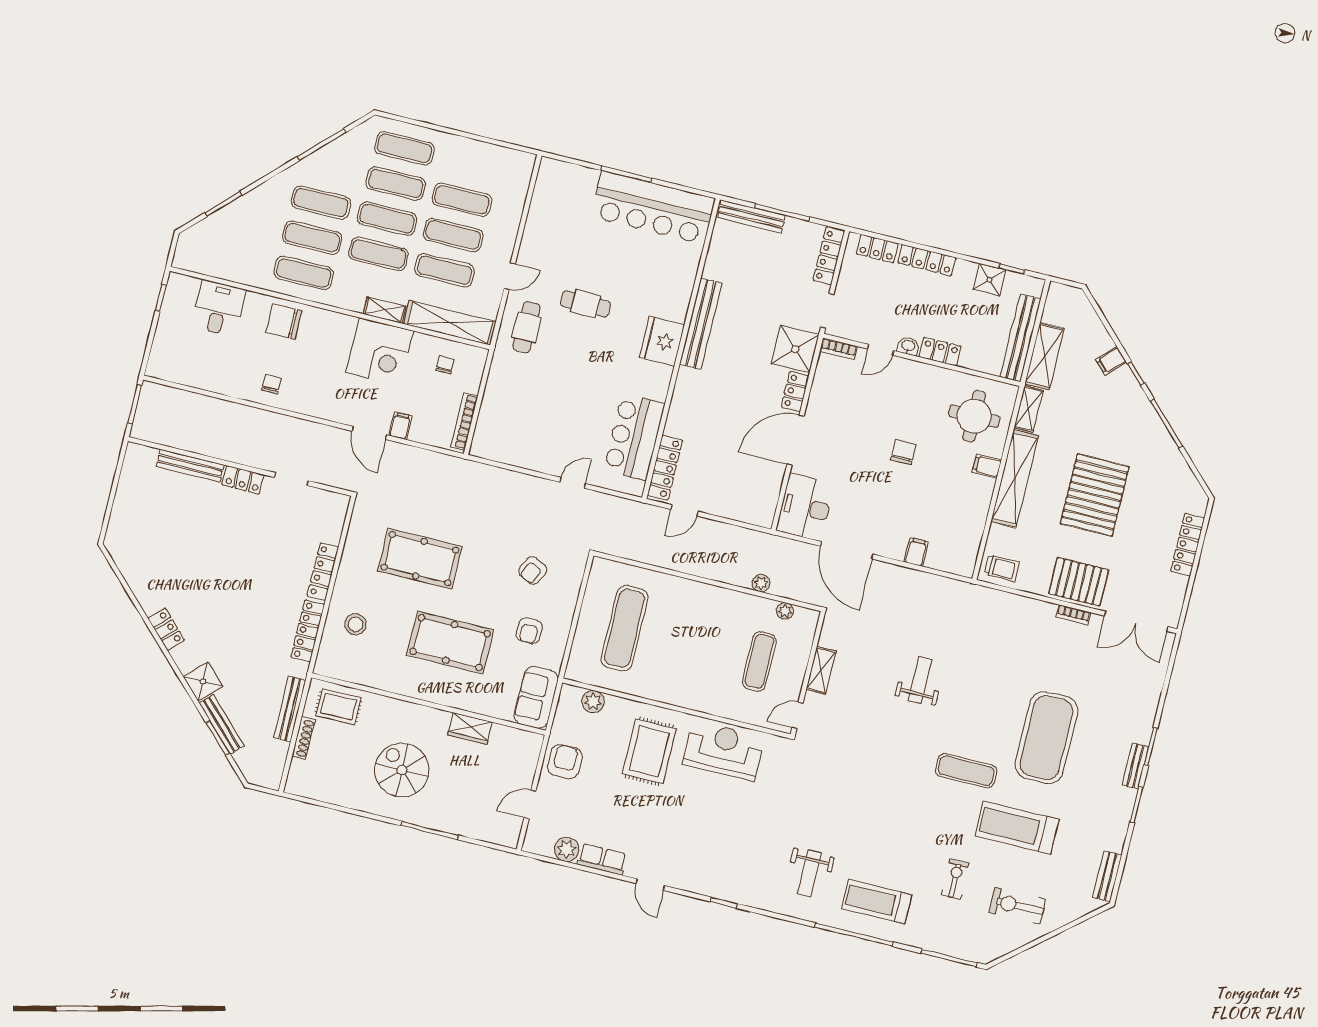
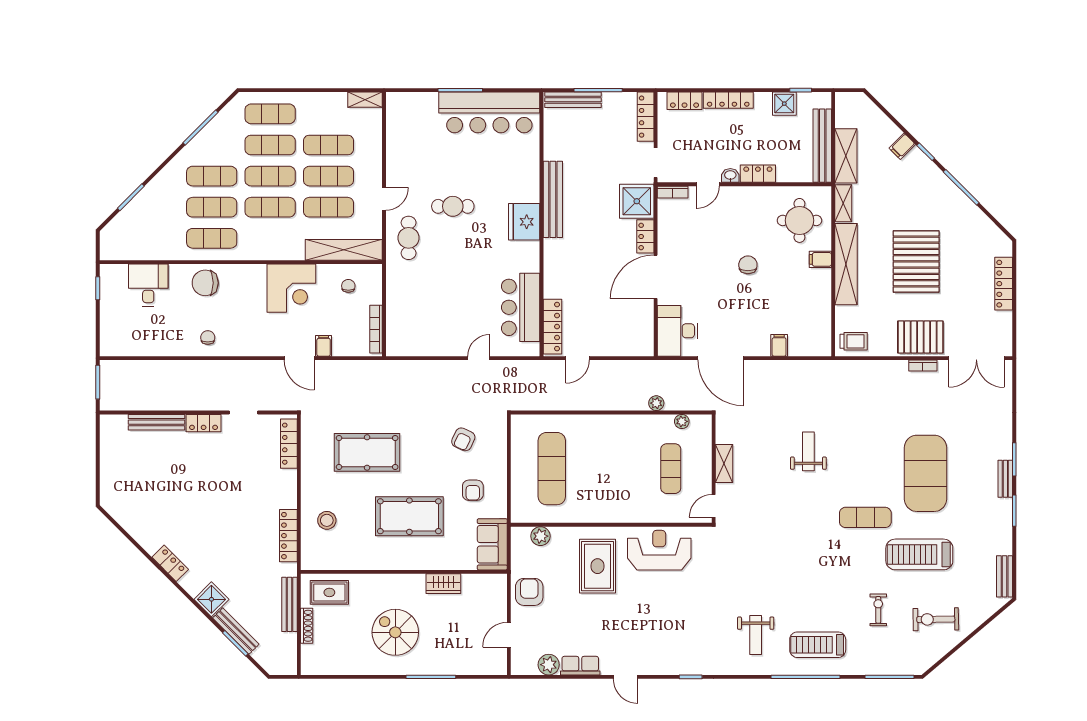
shelving: (385, 310) -> (365, 100), moved
locker: (323, 572) -> (289, 444), moved

